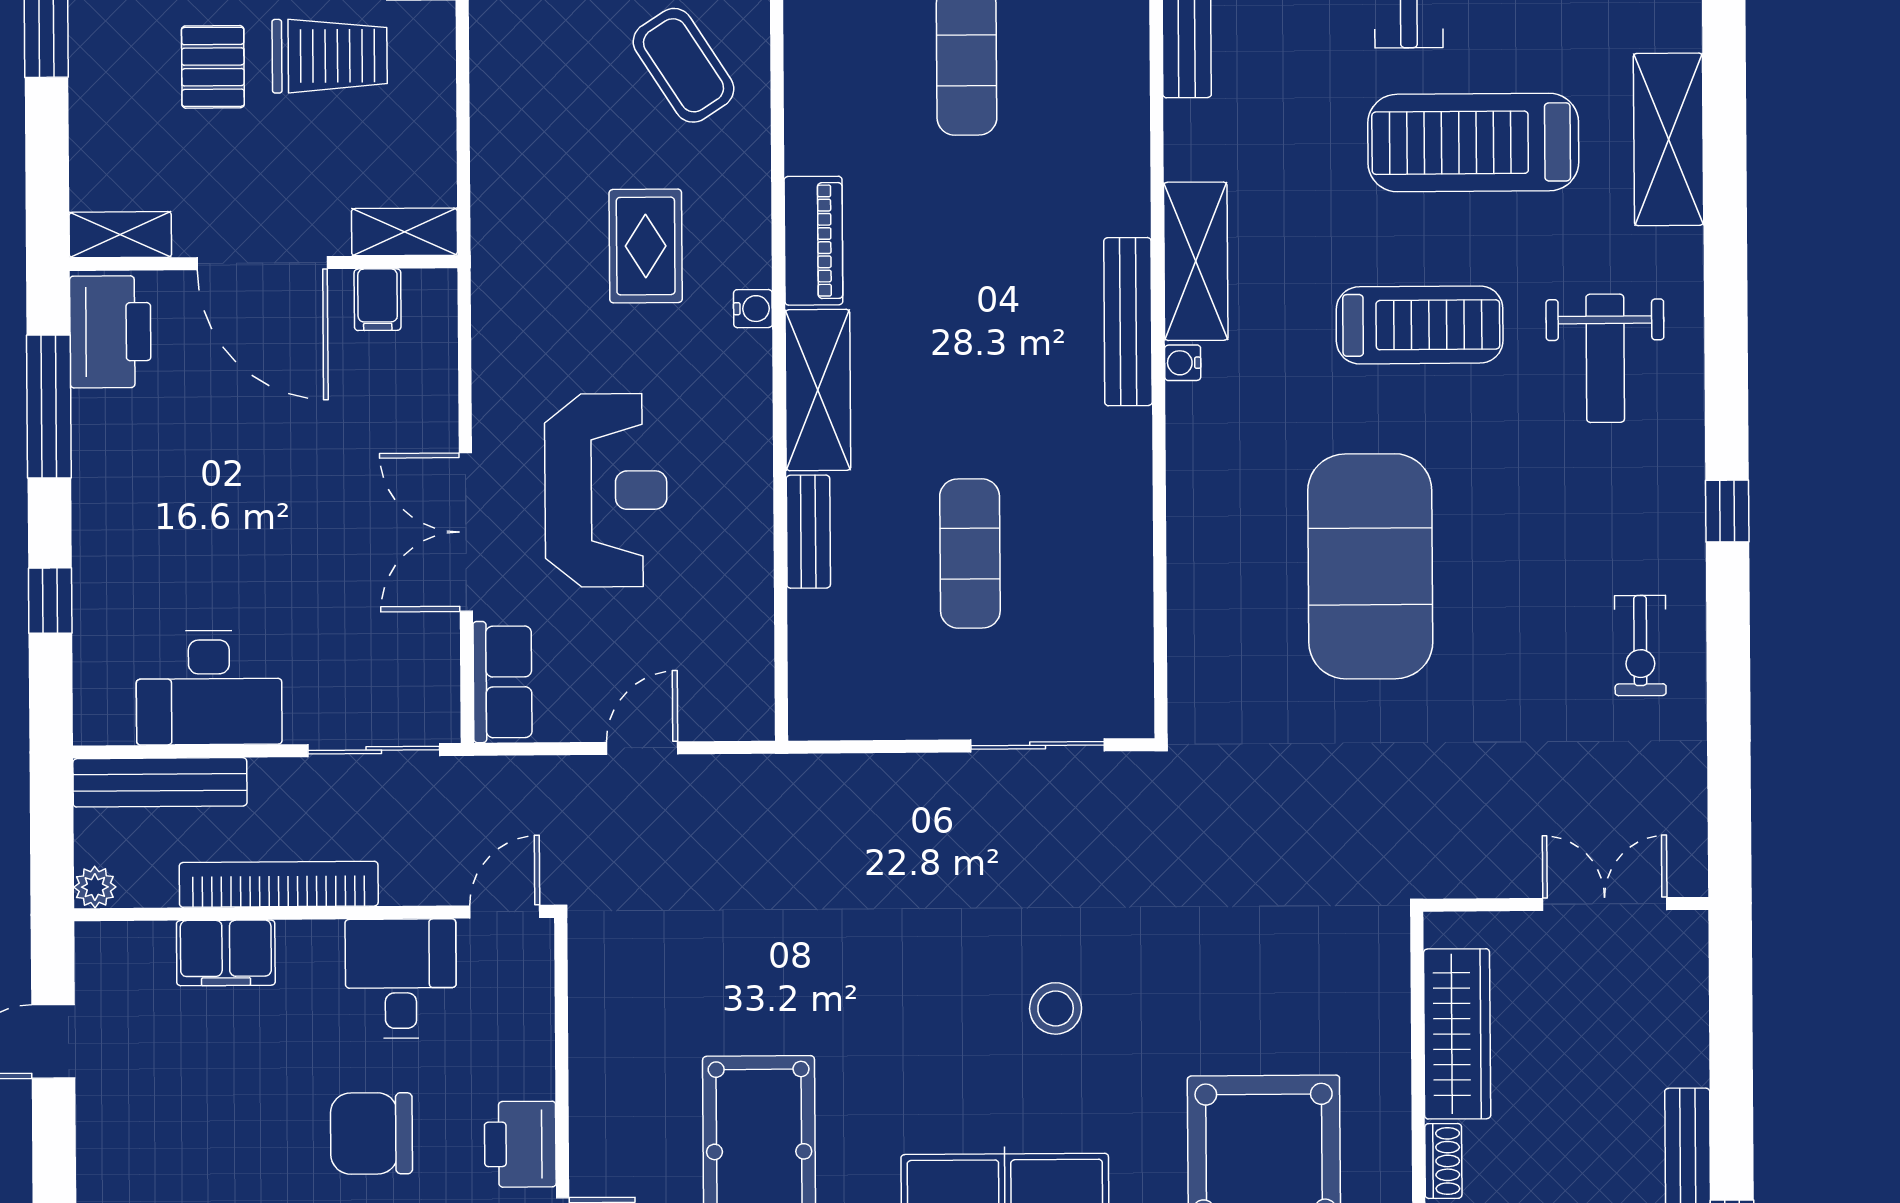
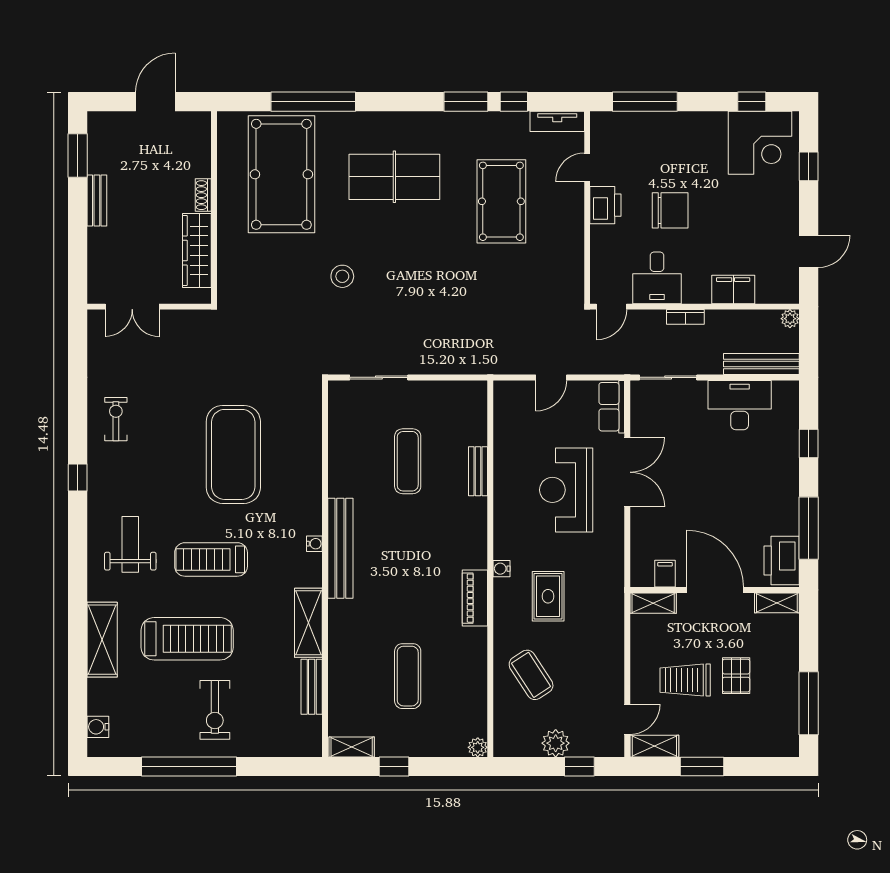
shelving: (1196, 261) -> (308, 623), moved
bench: (1128, 322) -> (340, 548), width x1.37, depth x1.21
shelving: (818, 390) -> (473, 533), removed
bookcase: (279, 884) -> (685, 317), width x0.43, depth x0.76
stool: (1056, 1008) -> (342, 276), moved

